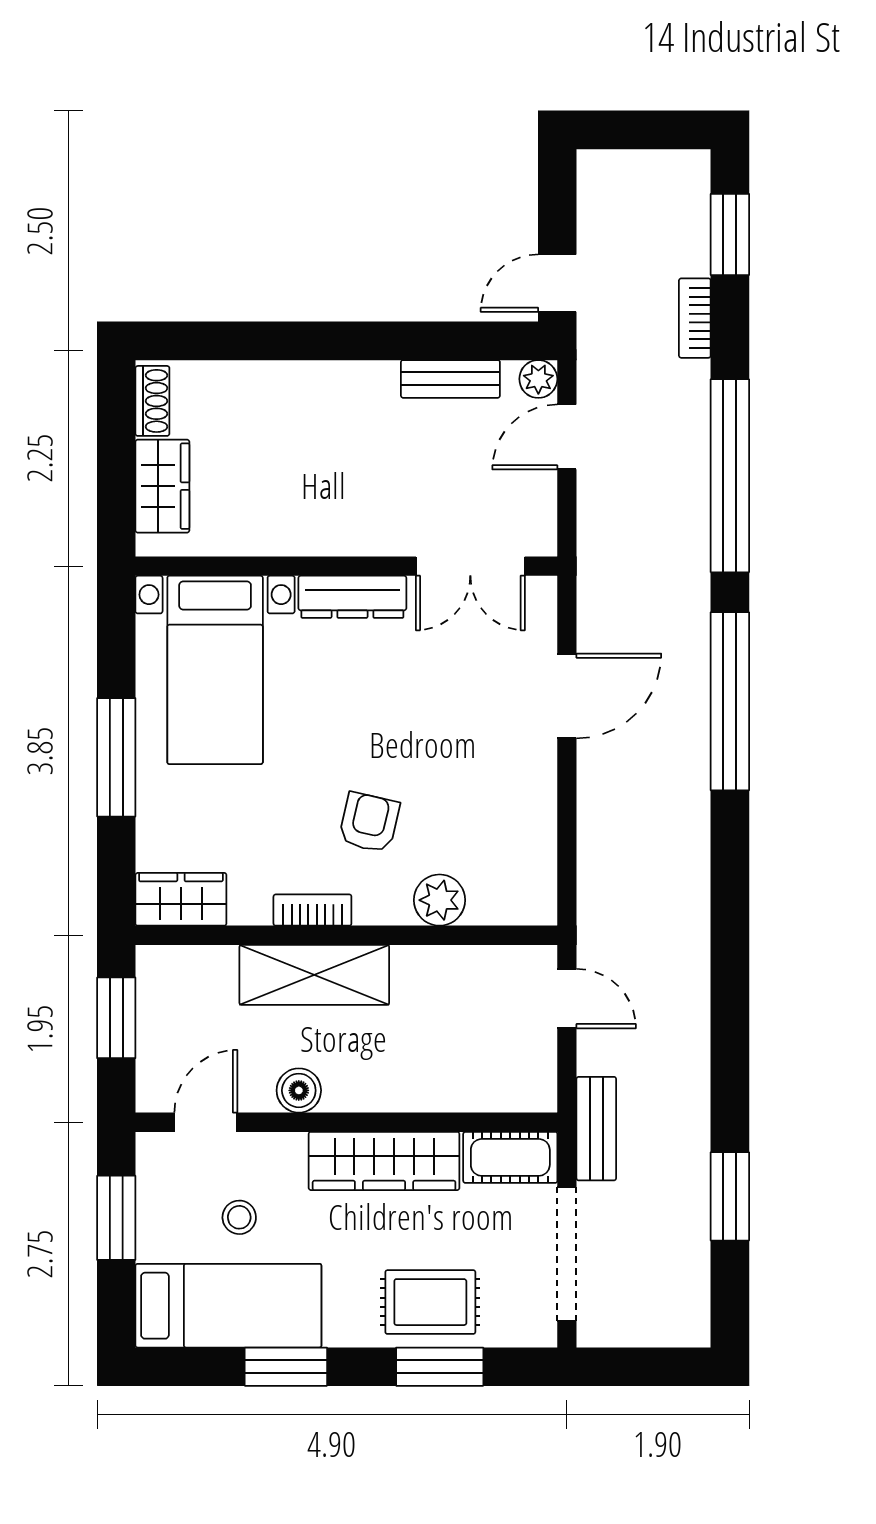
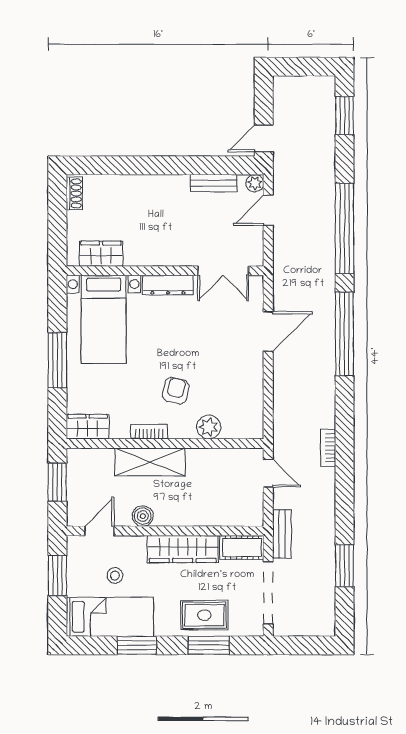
bookcase: (695, 318) -> (328, 448), moved
wardrobe: (162, 486) -> (101, 254), moved, turned -90

